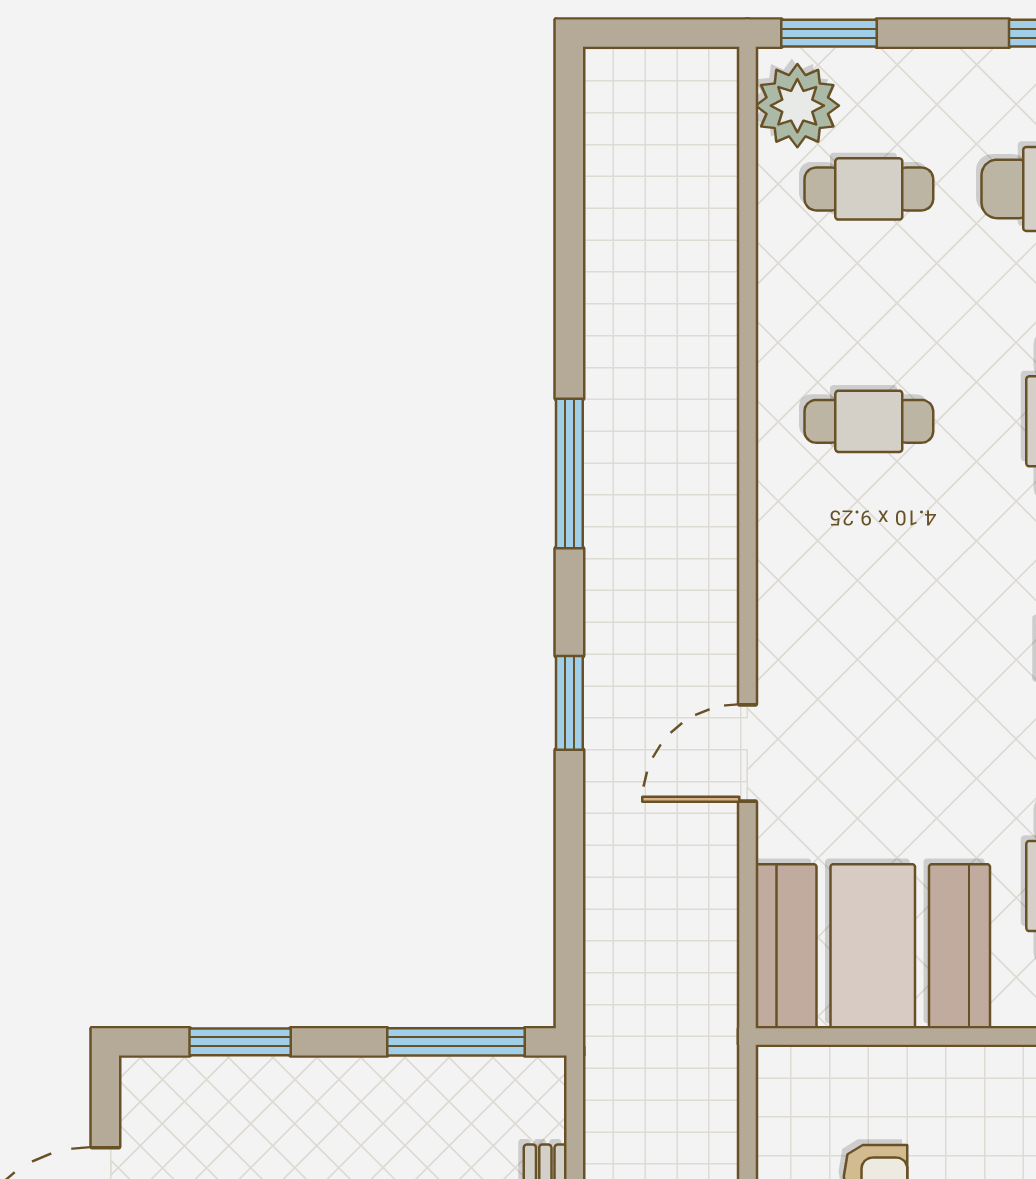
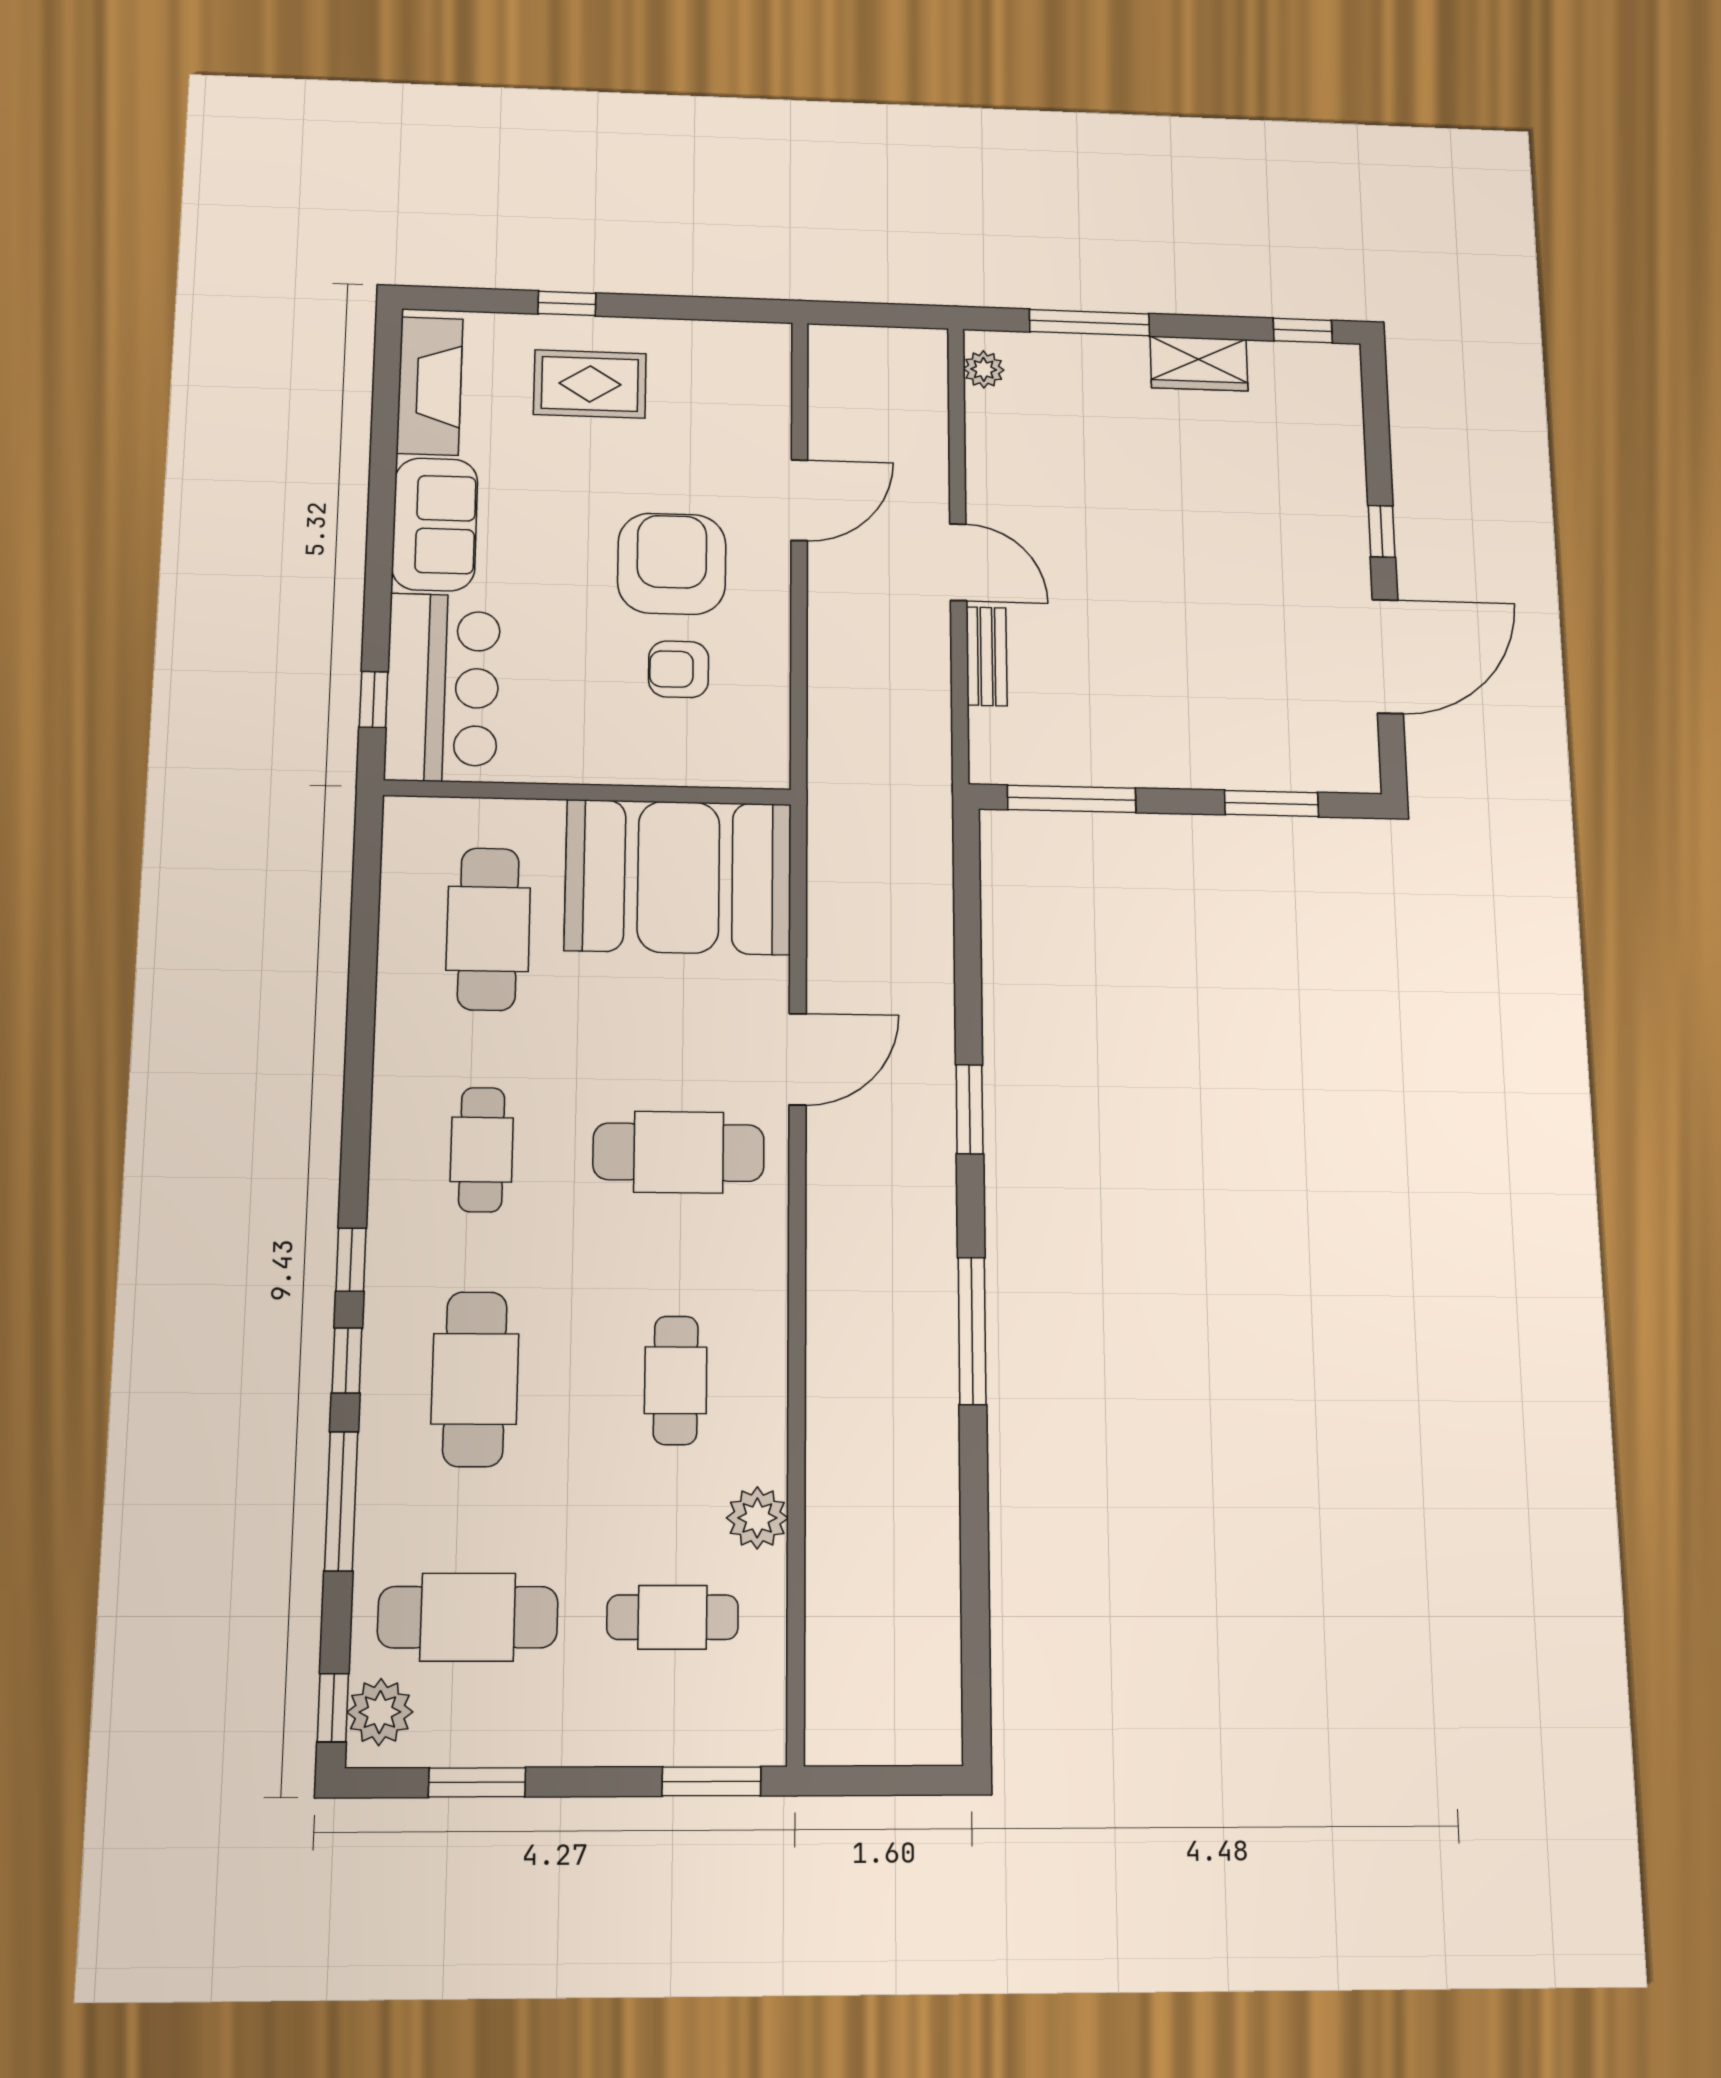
plant: (797, 106) -> (757, 1518), moved, width x0.73, depth x0.73
cafe table: (869, 421) -> (676, 1380), turned 90
cafe table: (869, 654) -> (679, 1152), added

